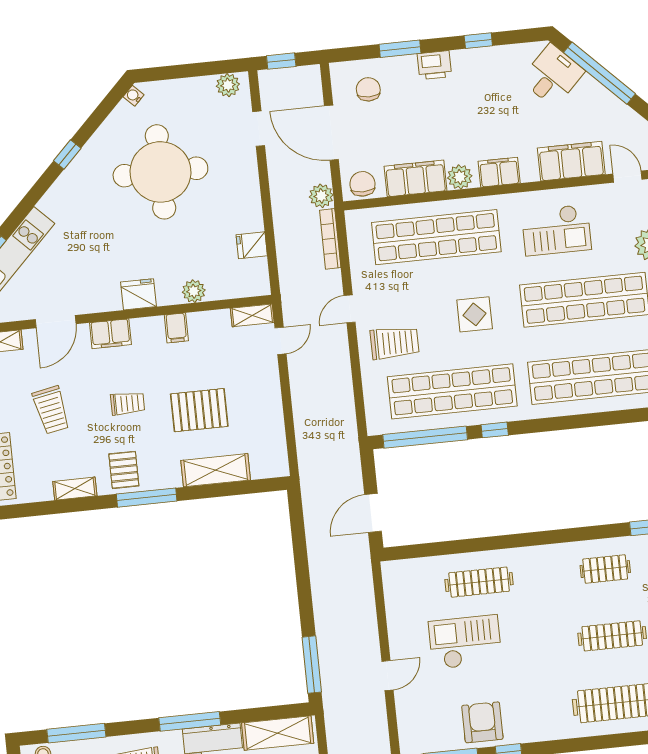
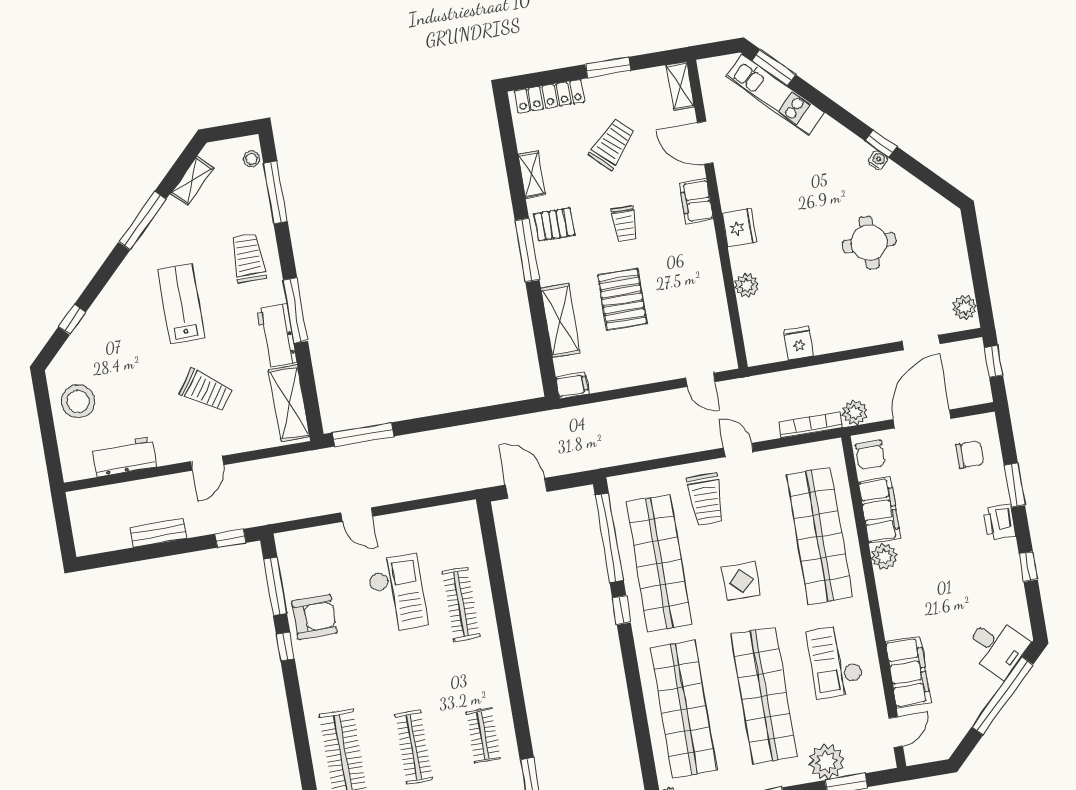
water cooler: (134, 96) -> (878, 160), moved
round table: (160, 172) -> (869, 243), width x0.54, depth x0.54
filing cabinet: (499, 172) -> (892, 597), removed
chair: (362, 184) -> (870, 455), turned 90
shelving: (252, 315) -> (725, 348), removed
filing cabinet: (176, 328) -> (572, 385), moved, turned 180
trolley: (51, 410) -> (612, 144), turned 144

